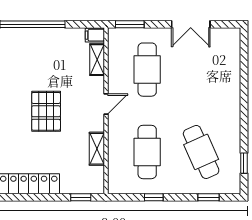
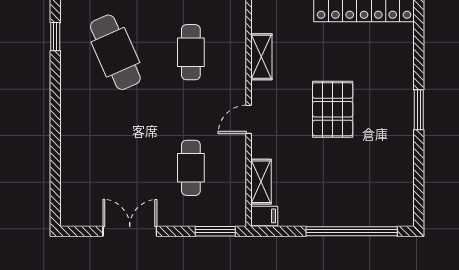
cafe table: (147, 70) -> (191, 168), width x0.73, depth x0.74
cafe table: (147, 152) -> (191, 52), width x0.73, depth x0.74

